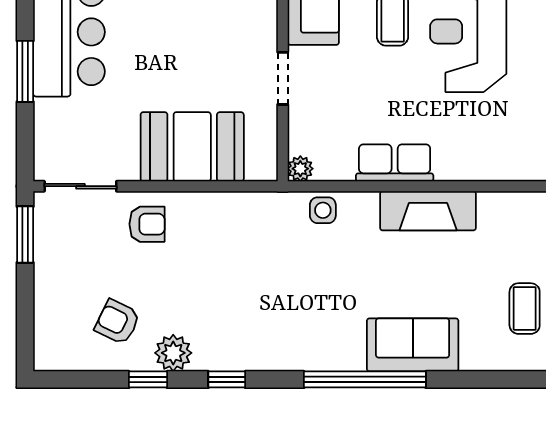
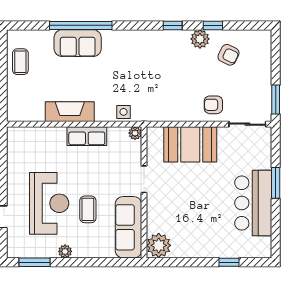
window: (365, 379) -> (81, 25), moved

